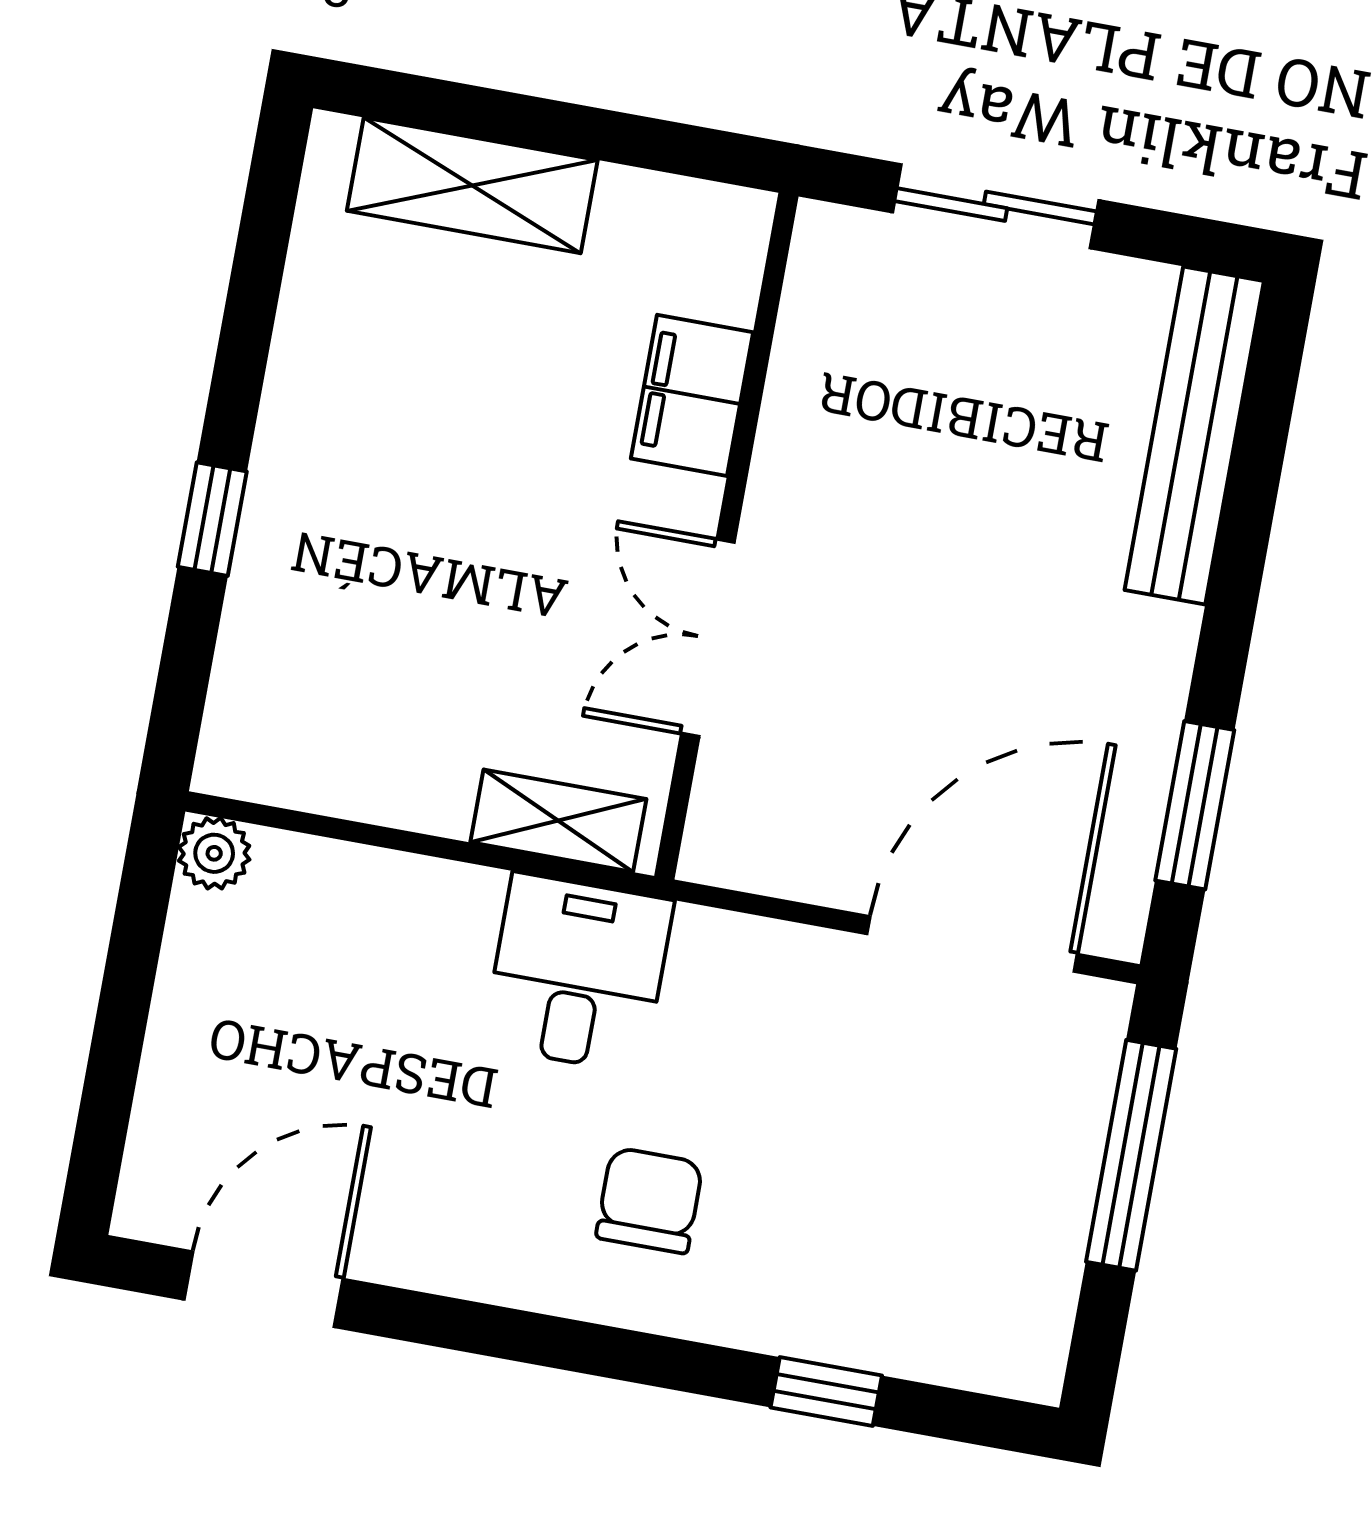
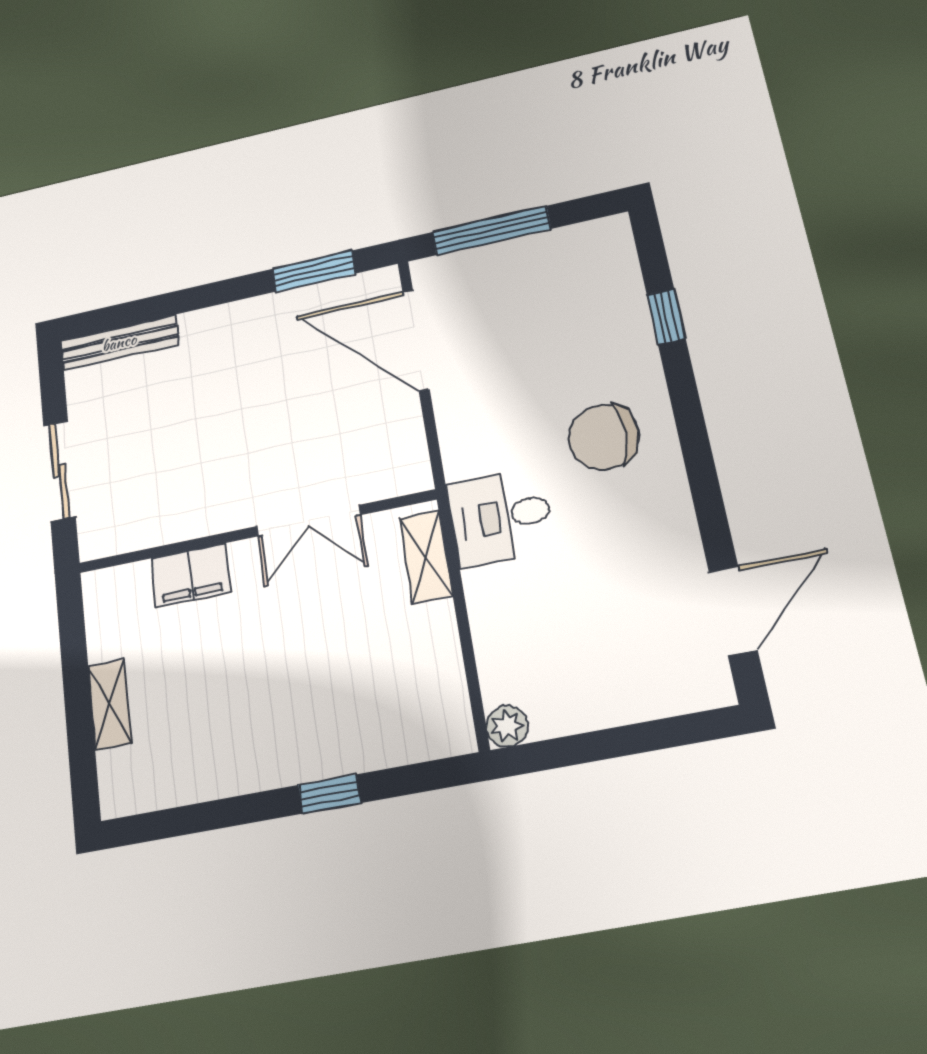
shelving: (472, 185) -> (110, 704), width x0.67, depth x0.75
bench: (1194, 436) -> (119, 343), width x0.73, depth x0.82
chair: (649, 1200) -> (604, 437), width x1.37, depth x1.37
door: (264, 1289) -> (733, 611), swing flipped

